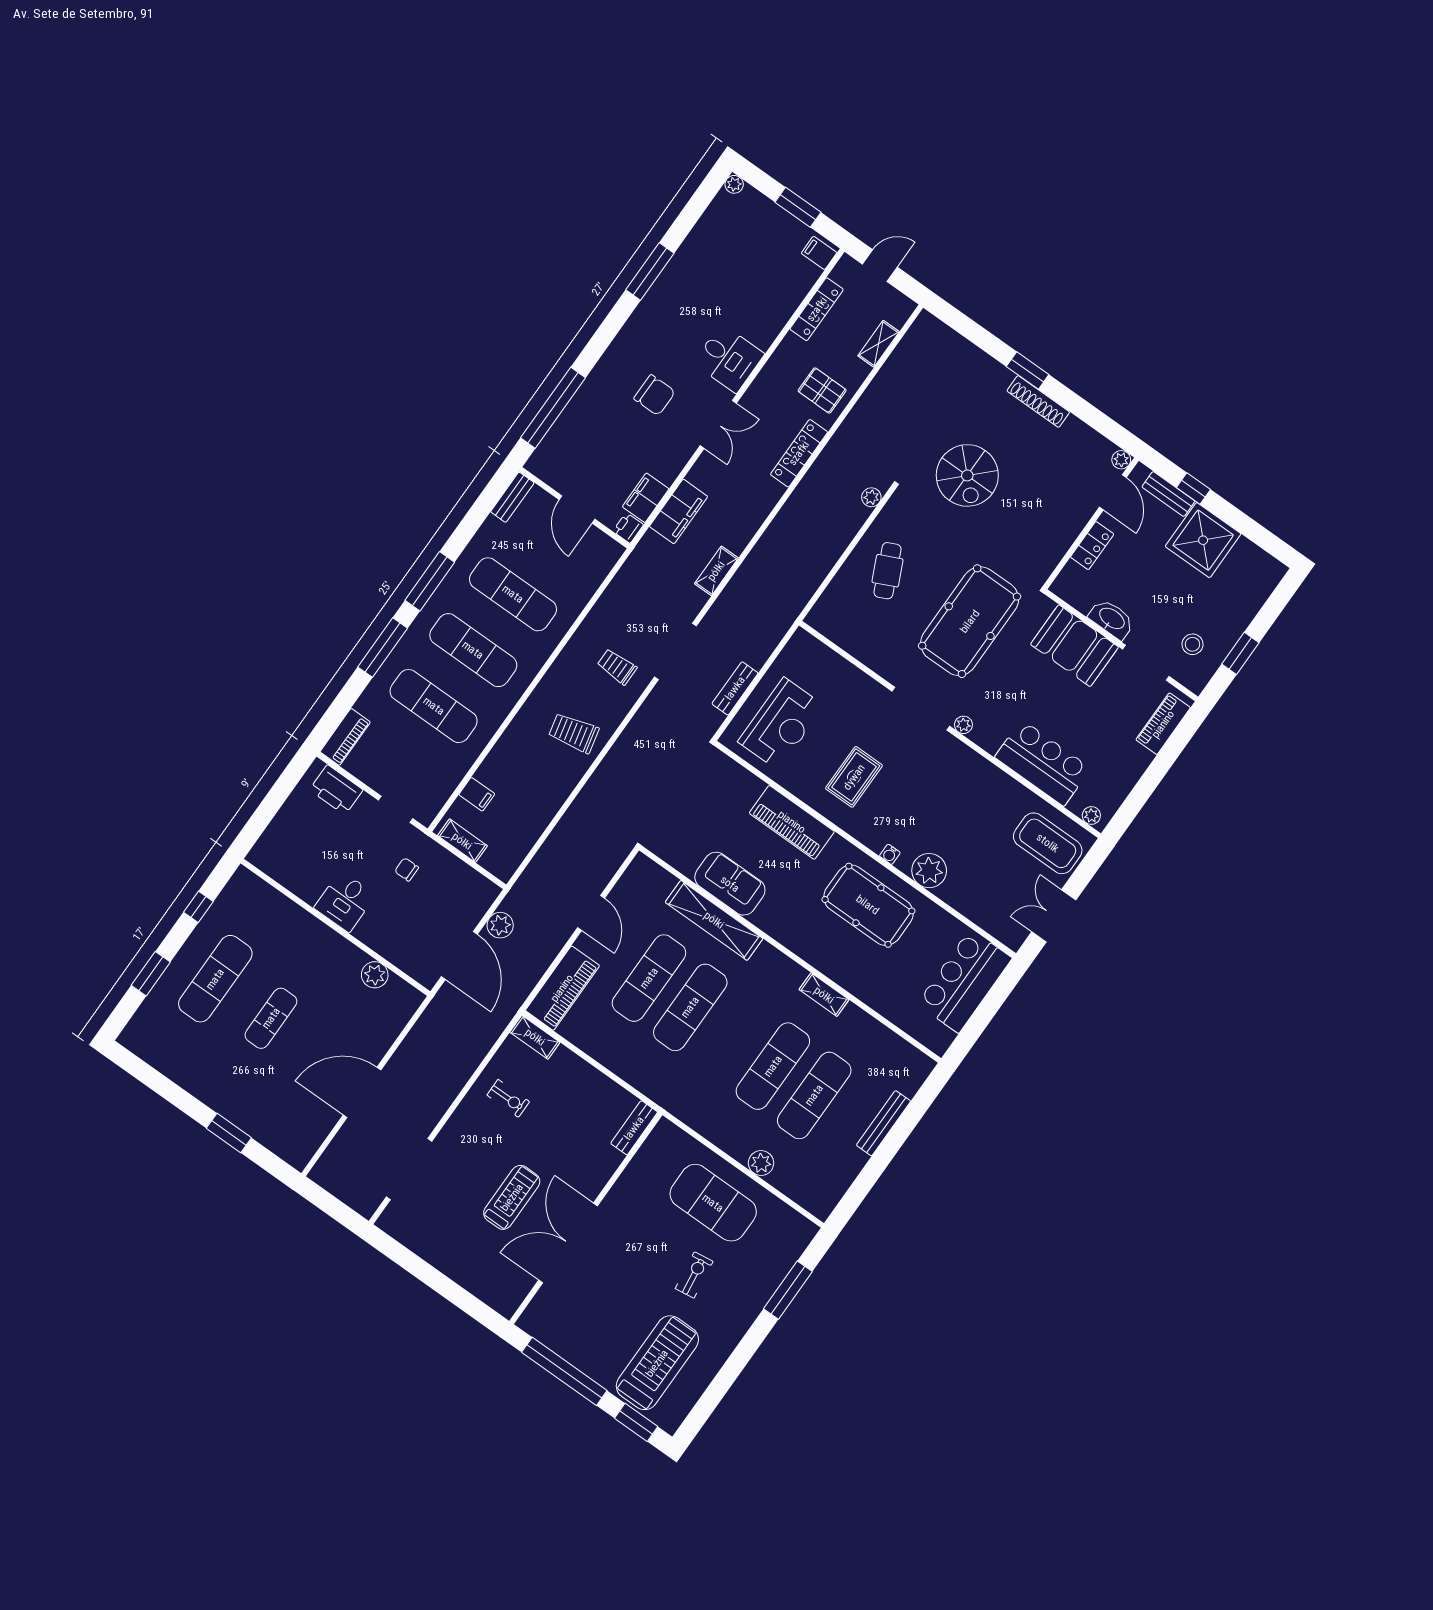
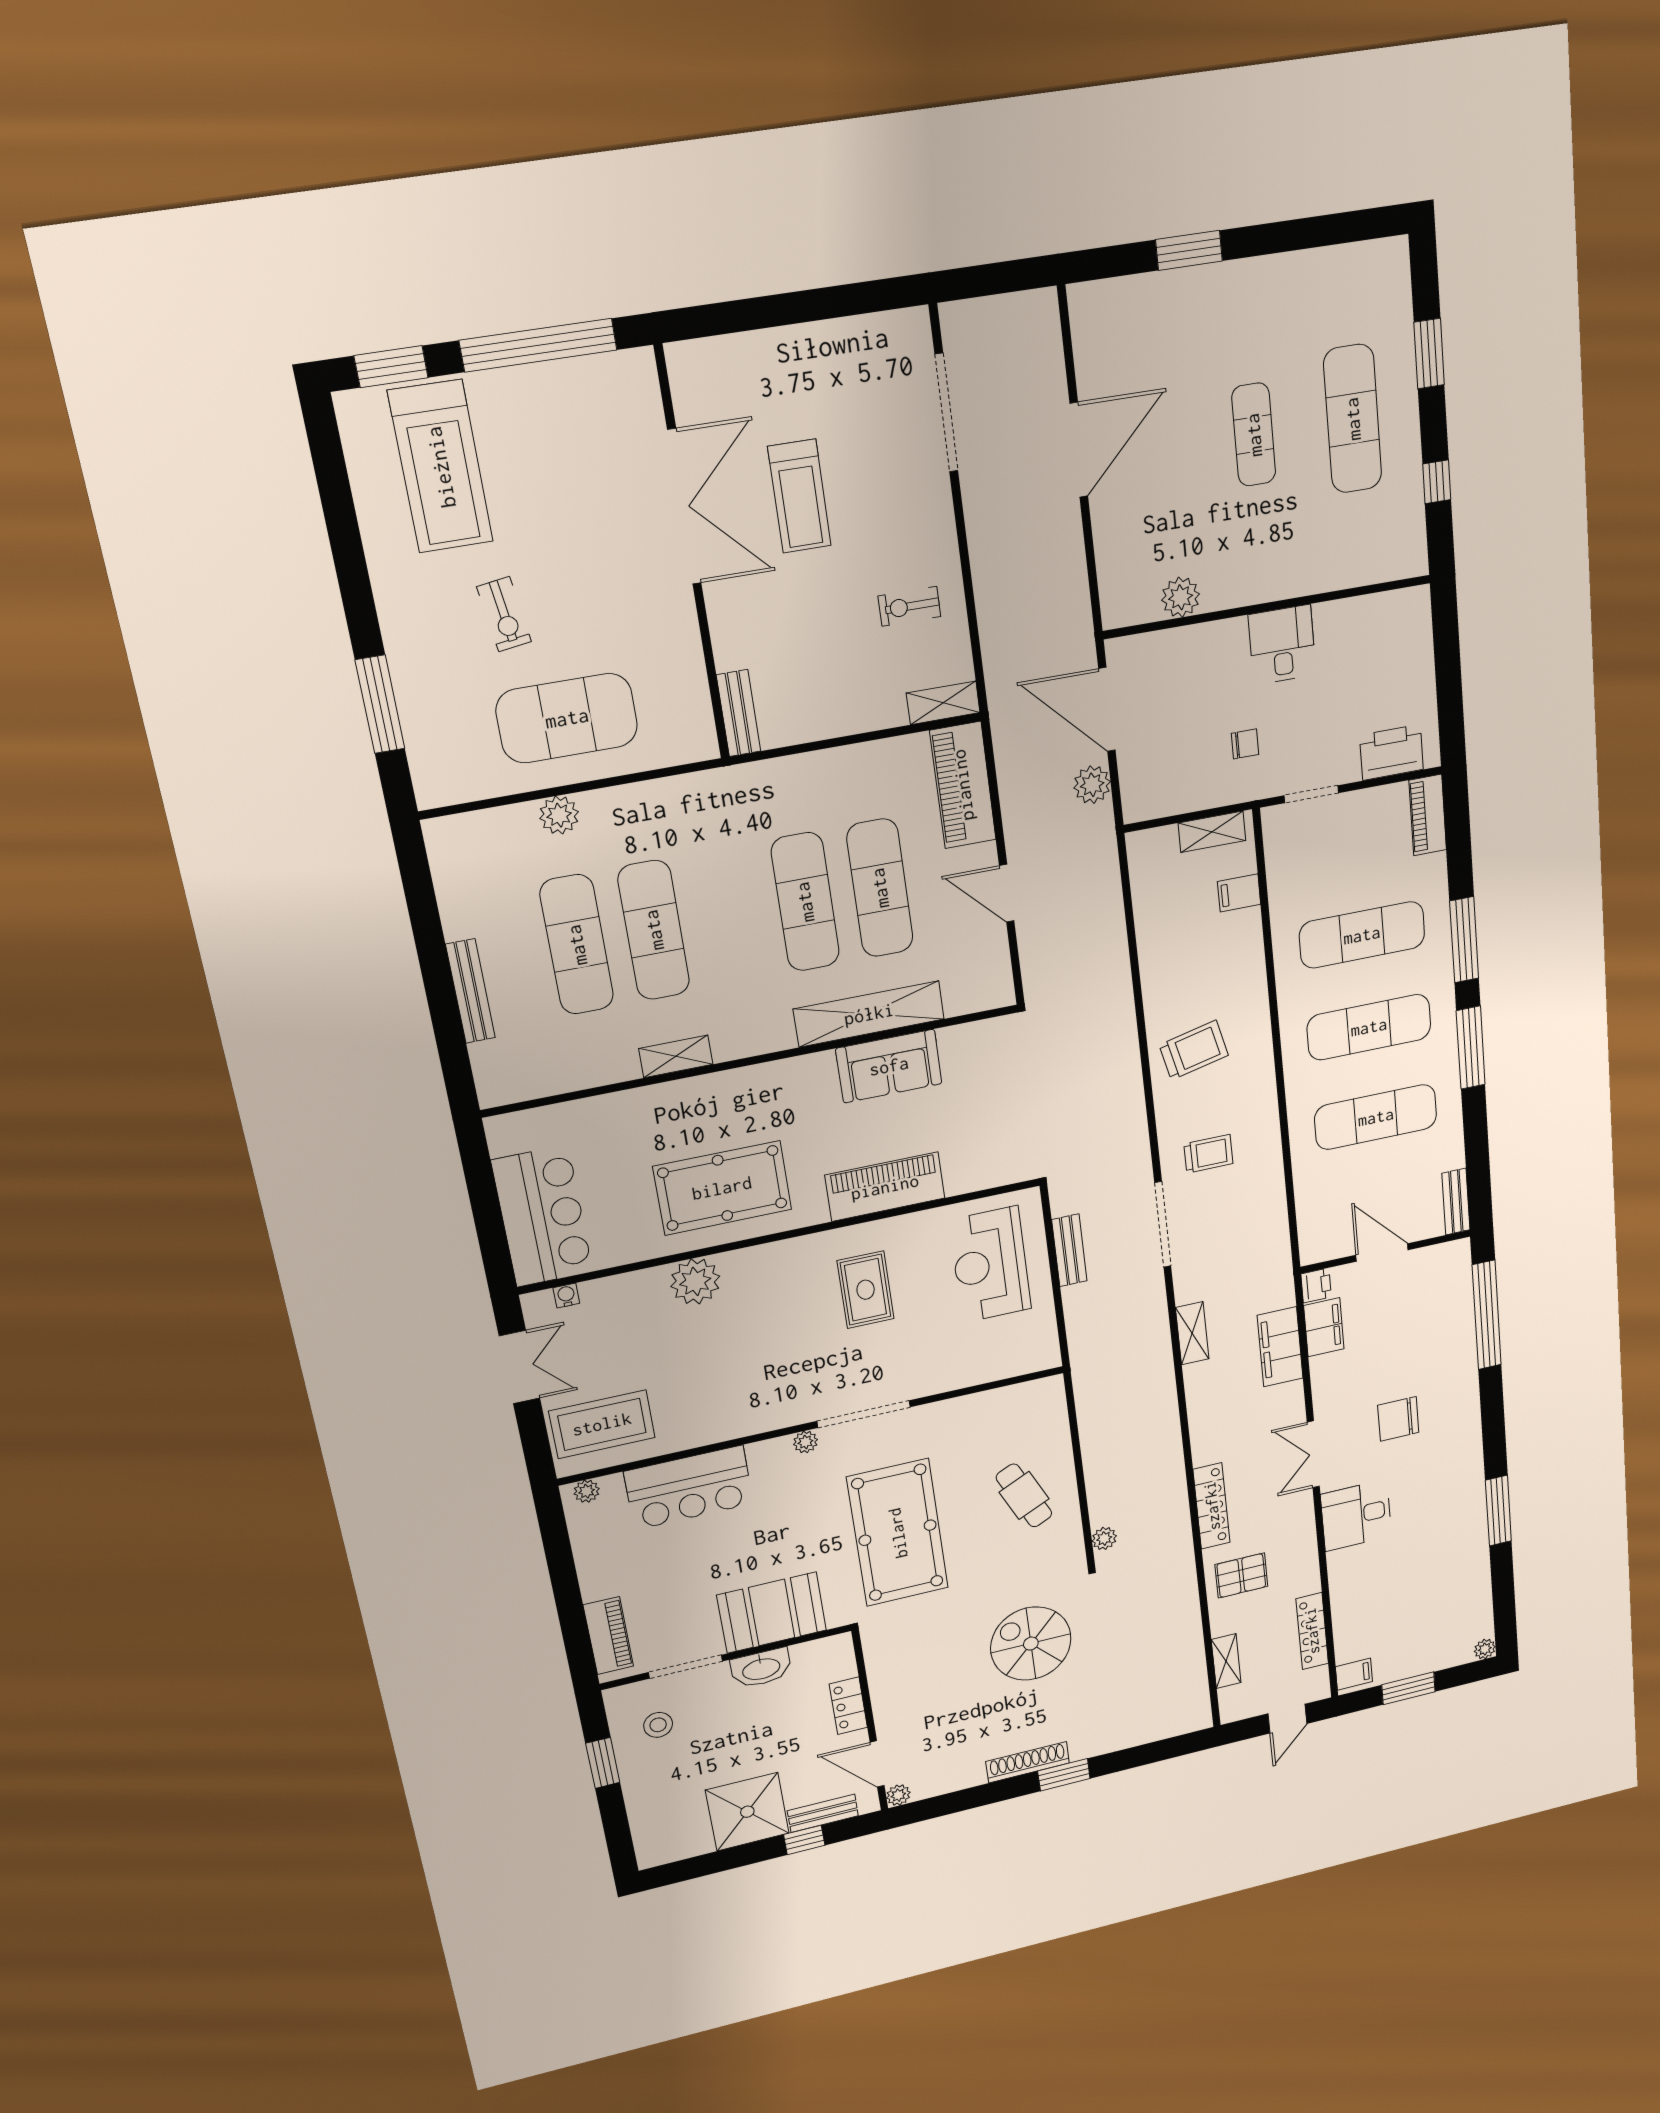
water cooler: (890, 854) -> (566, 1295), moved

